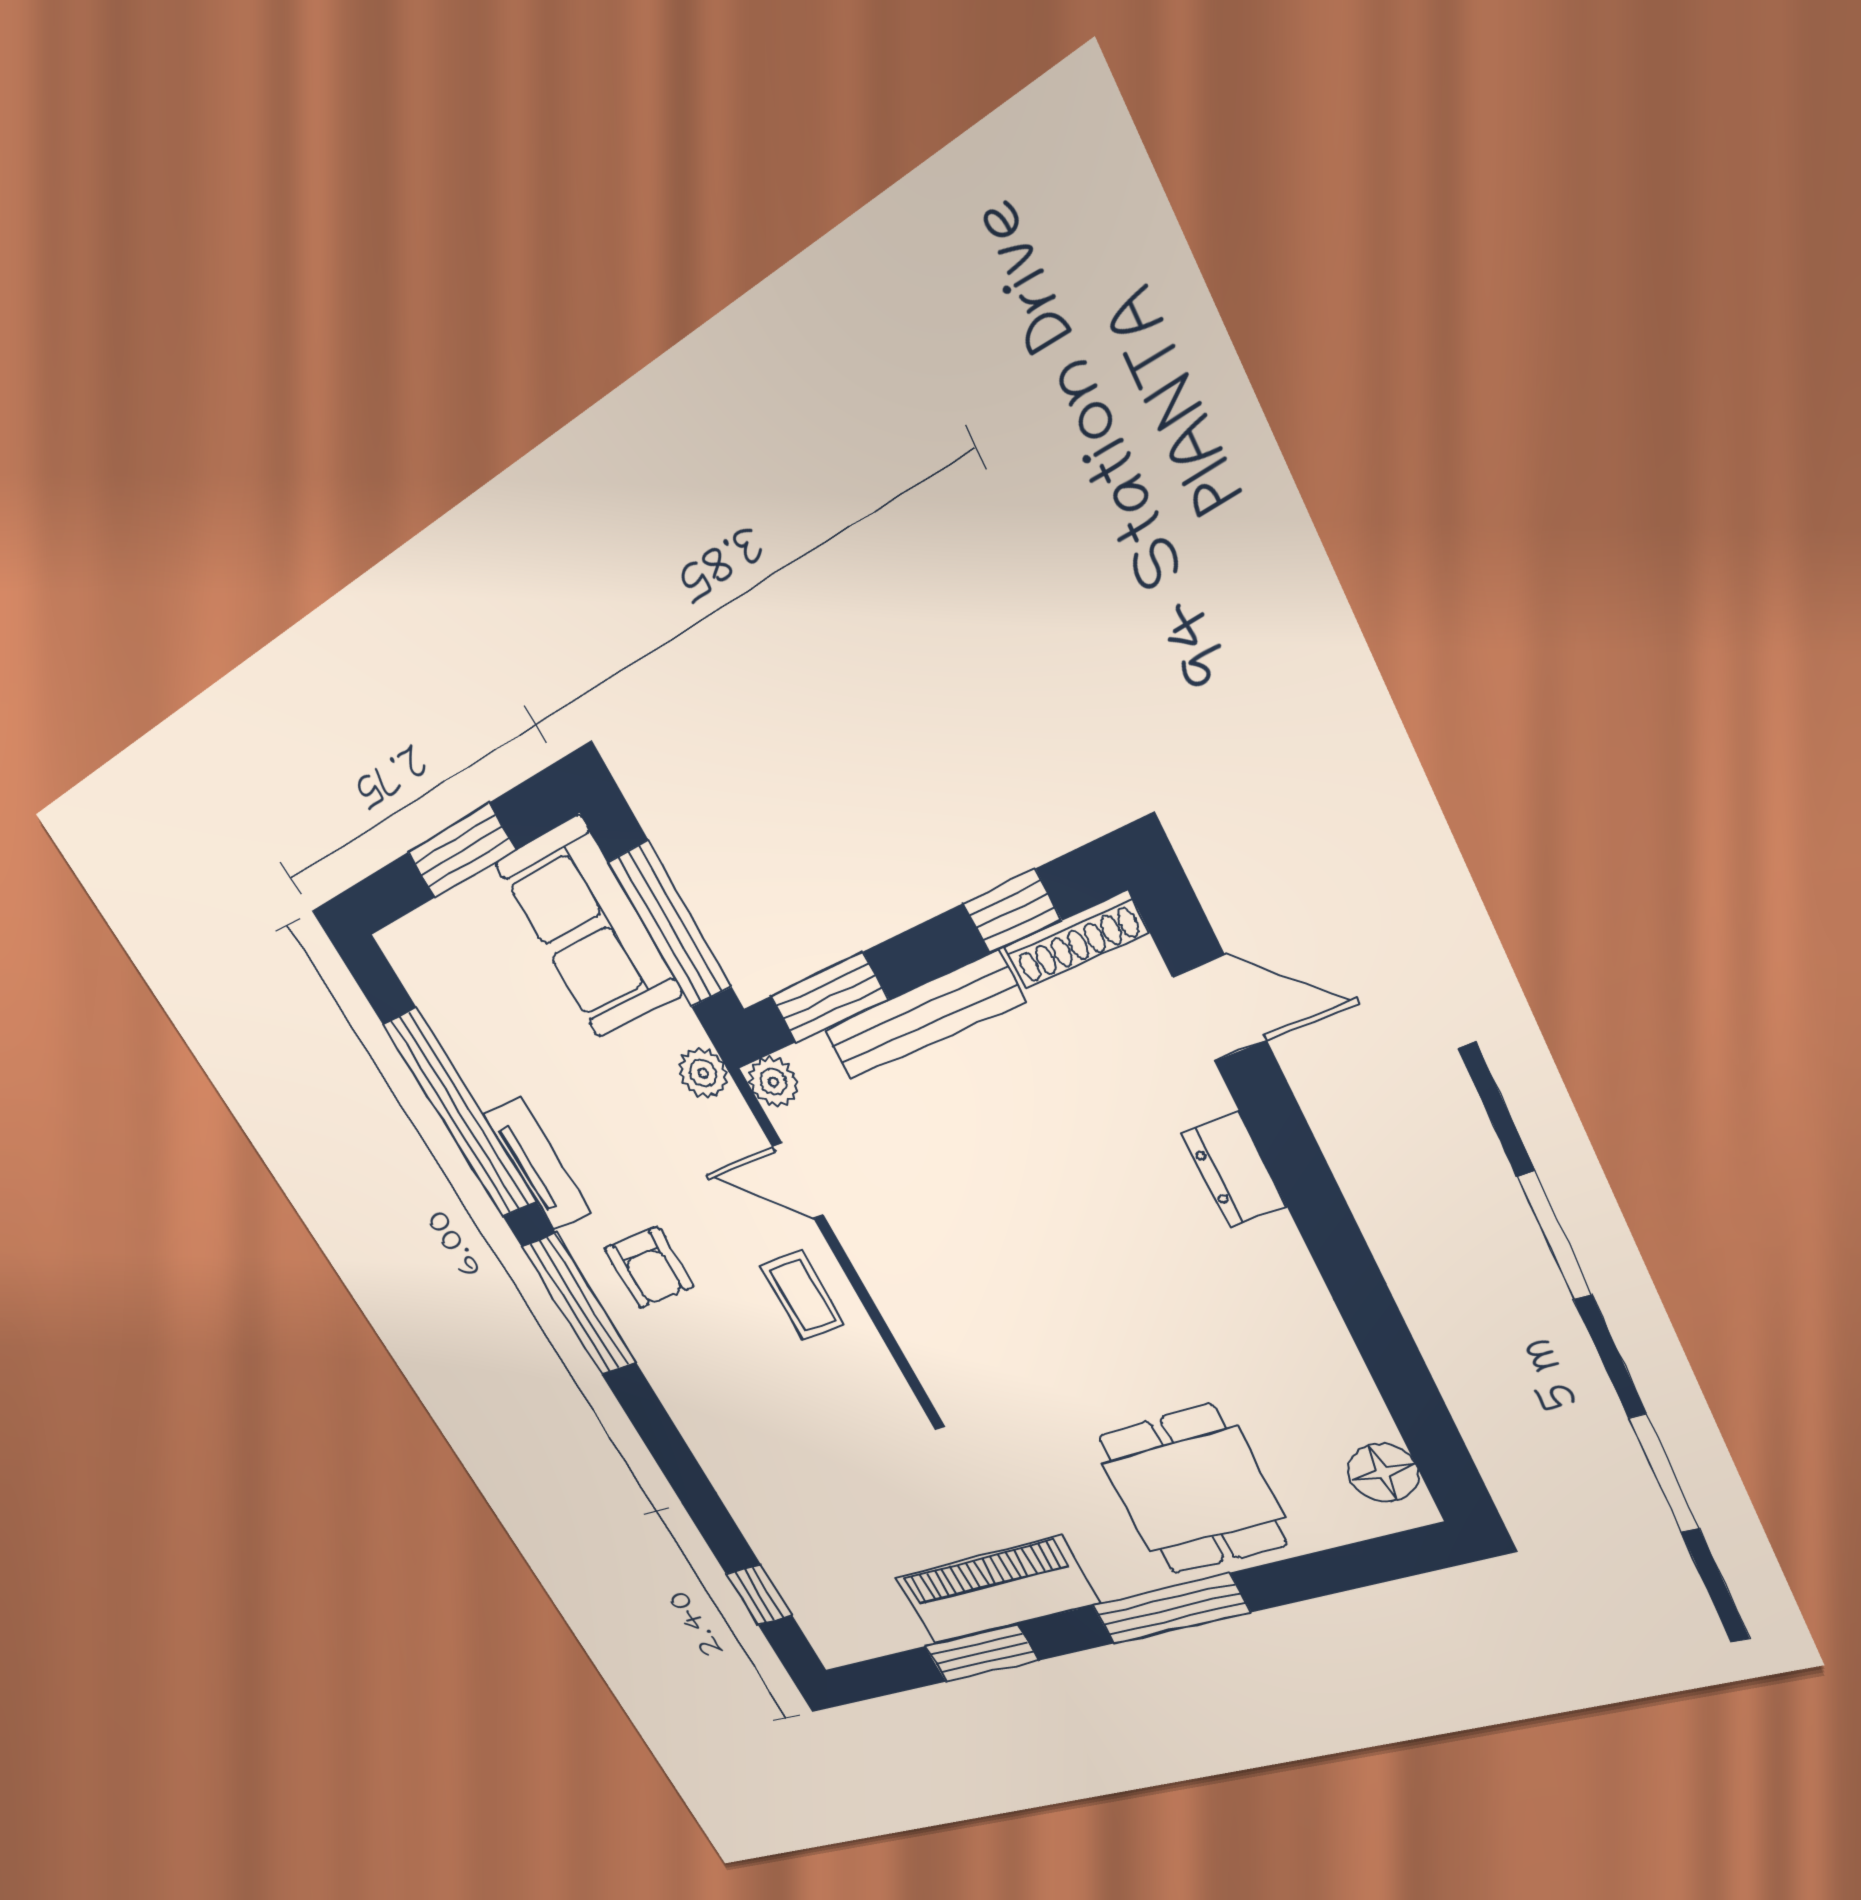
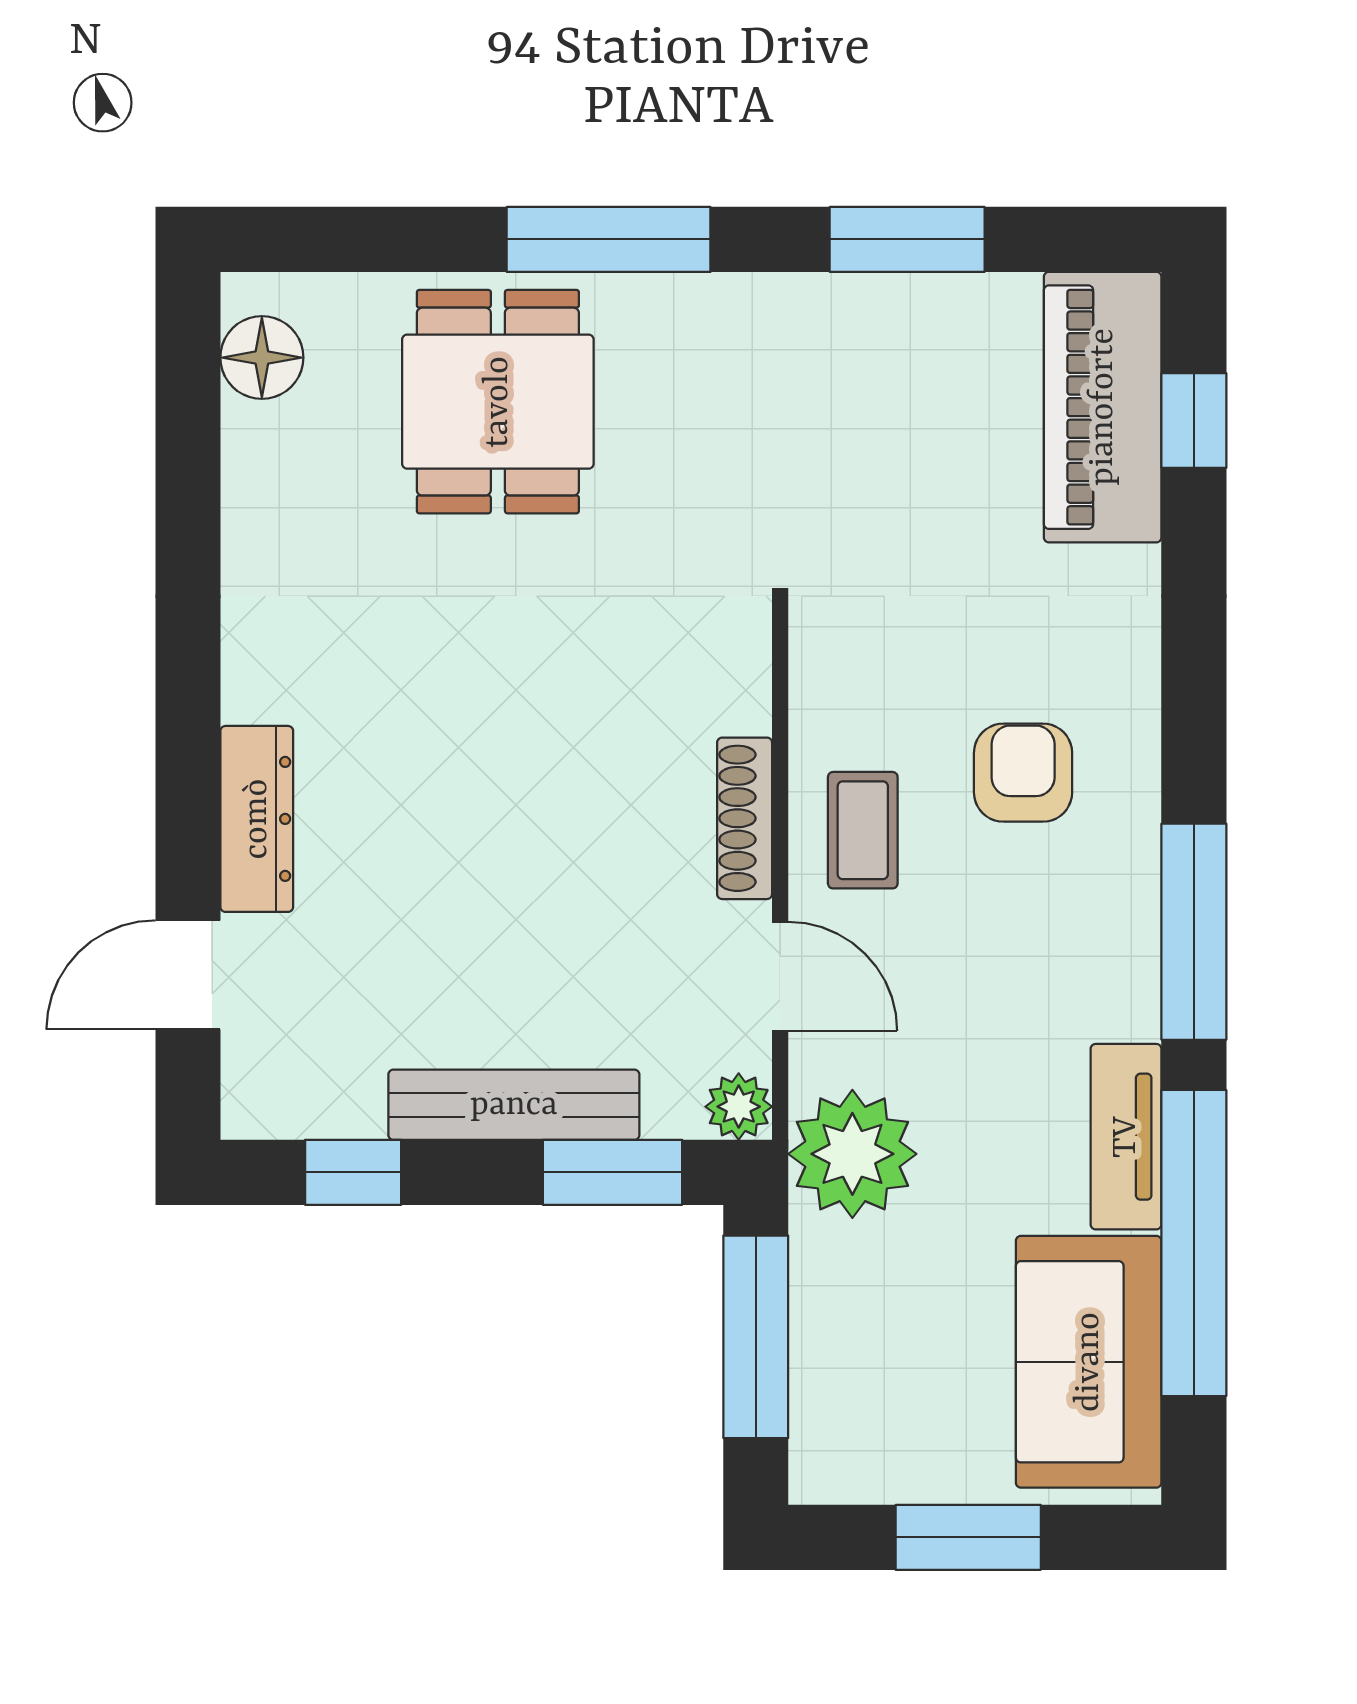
sofa: (589, 928) -> (1089, 1362), moved, turned 180
shoe rack: (1076, 940) -> (745, 818), moved, turned -90
door: (1219, 1008) -> (188, 975), hinge flipped
plant: (703, 1073) -> (852, 1154), width x1.87, depth x1.87
dresser: (1234, 1169) -> (257, 819), width x1.44
armchair: (649, 1268) -> (1023, 773), moved
piano: (996, 1591) -> (1103, 407), moved, turned 90

